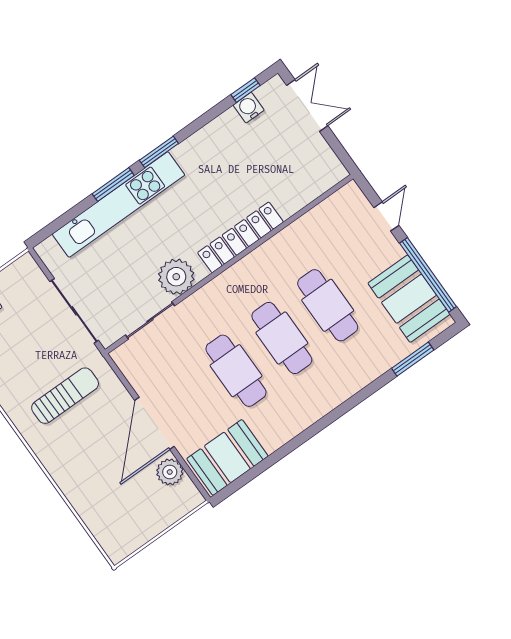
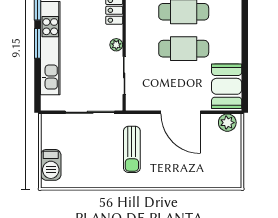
plant: (176, 277) -> (116, 45), width x0.53, depth x0.53
sun lounger: (65, 396) -> (132, 149), turned 180
plant: (170, 472) -> (227, 123), moved

